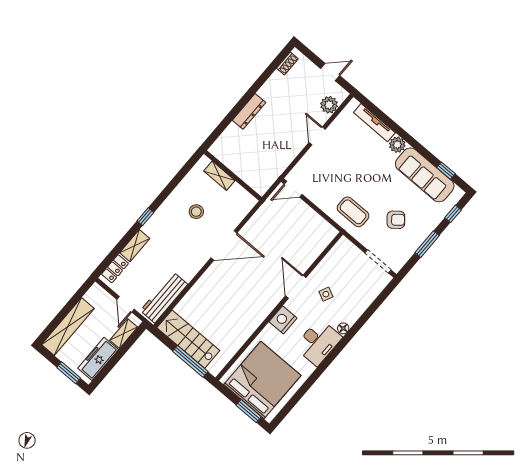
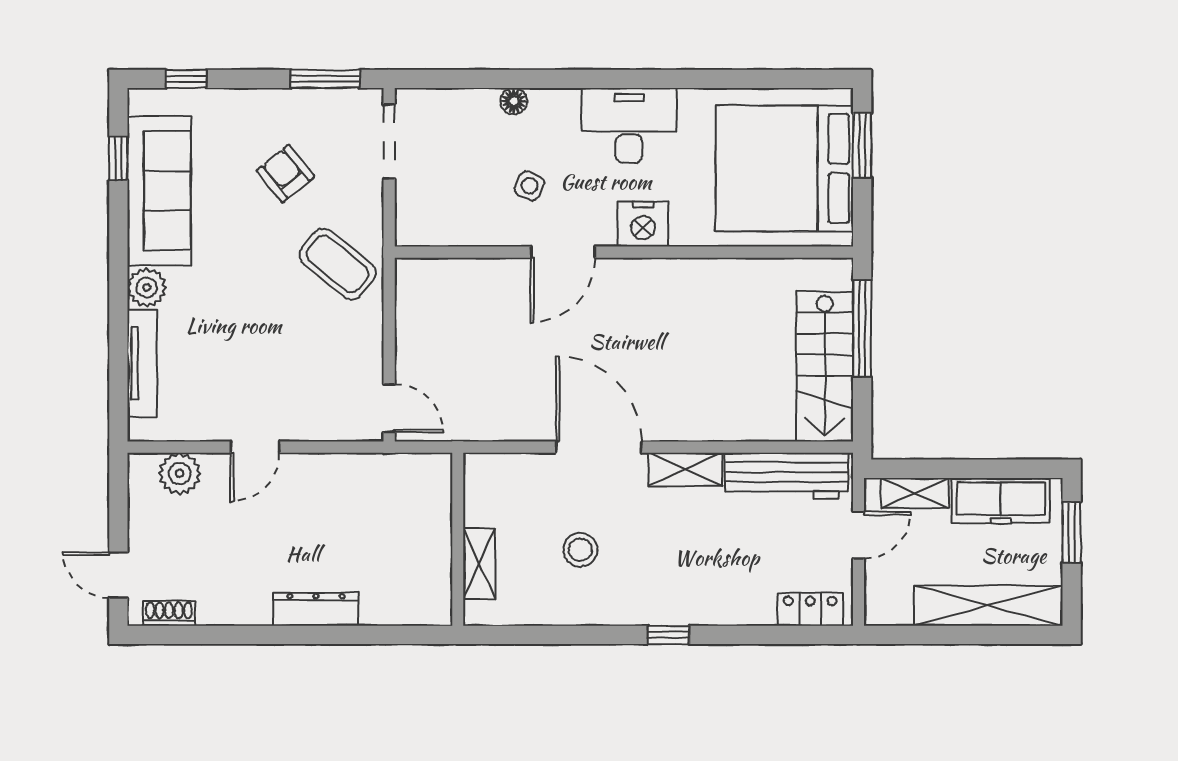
door: (330, 72) -> (118, 575), moved
coffee table: (353, 212) -> (338, 264), turned -51
window: (427, 244) -> (325, 79), moved
shelving: (135, 246) -> (685, 469), moved
floor lamp: (343, 328) -> (514, 101), moved

